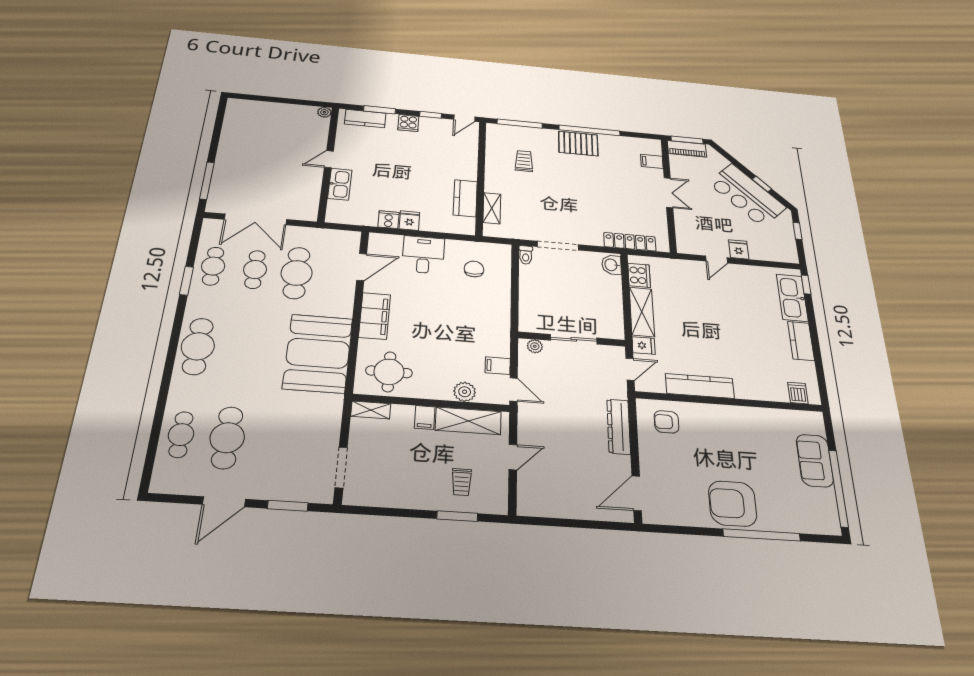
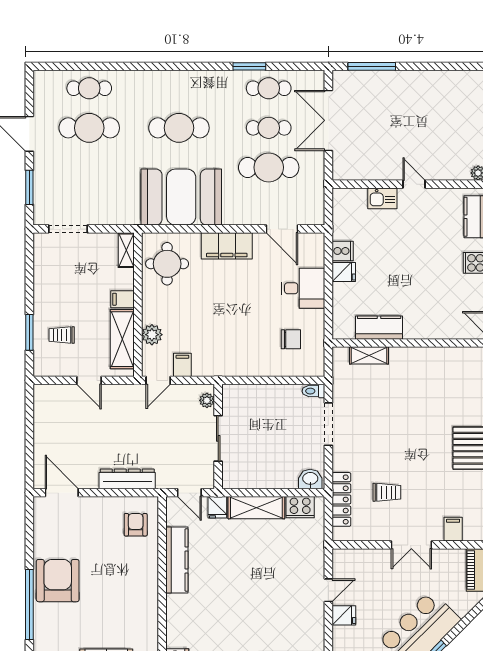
trolley: (524, 161) -> (387, 492), moved
kitchen sink: (340, 184) -> (382, 198), width x0.73
door: (716, 259) -> (328, 590), swing flipped
cafe table: (198, 346) -> (179, 128), moved

